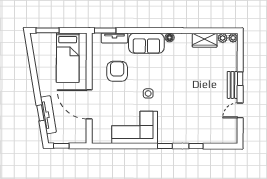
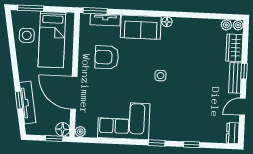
wardrobe: (205, 40) -> (234, 48), moved, turned 90
side table: (45, 55) -> (27, 35), added
armchair: (117, 71) -> (107, 57), turned -90
side table: (148, 93) -> (160, 76), moved
dresser: (232, 134) -> (233, 133), added
floor lamp: (81, 137) -> (63, 129), added
plant: (96, 139) -> (80, 132), added
window: (61, 146) -> (54, 139), moved

